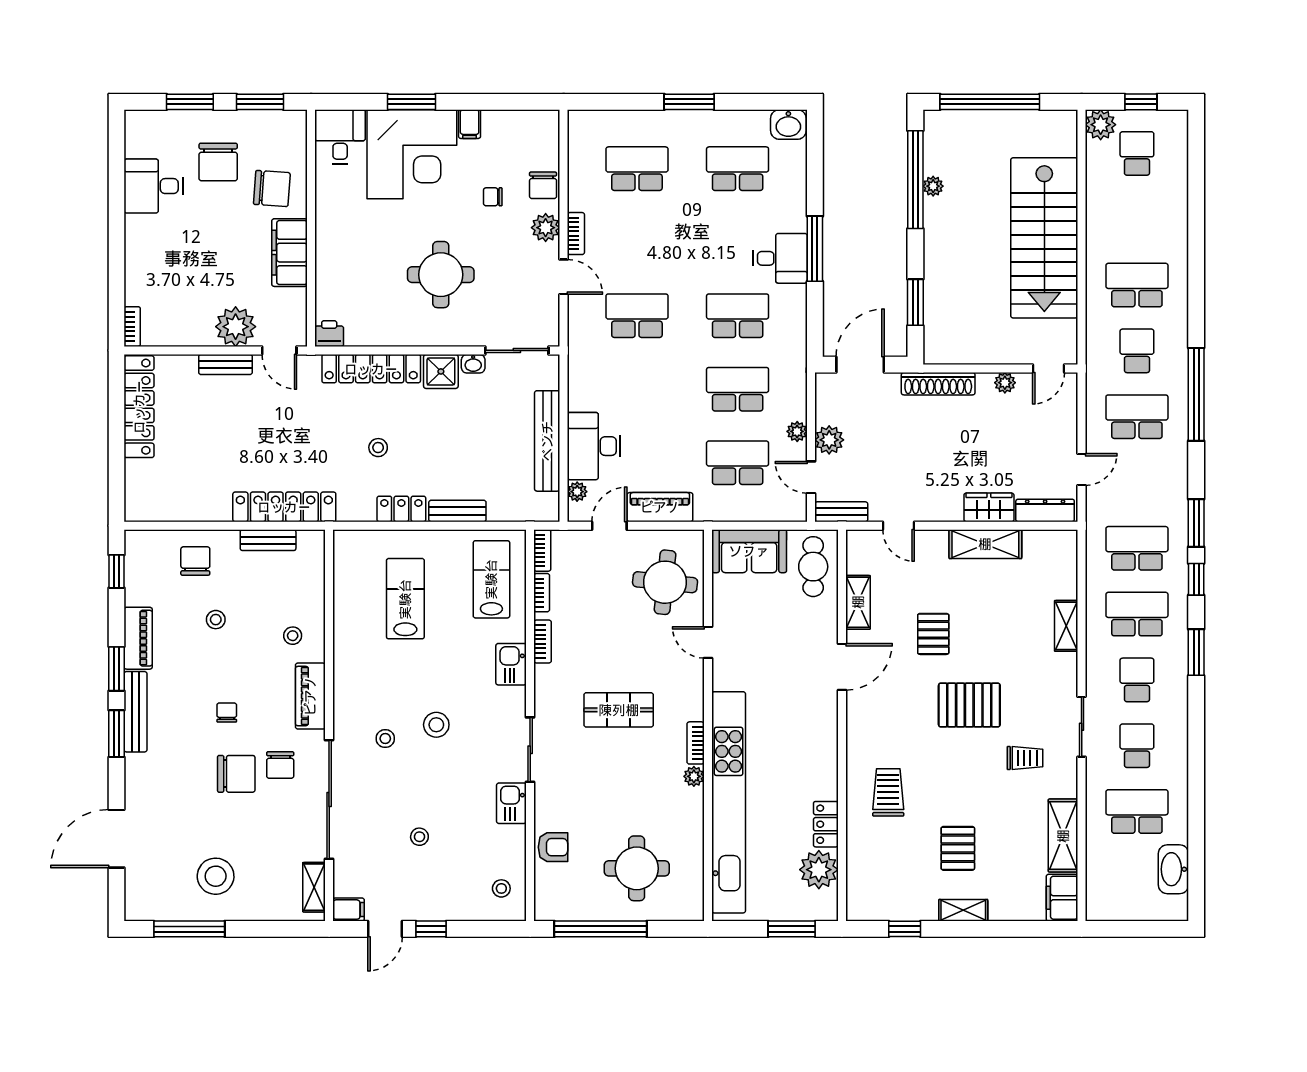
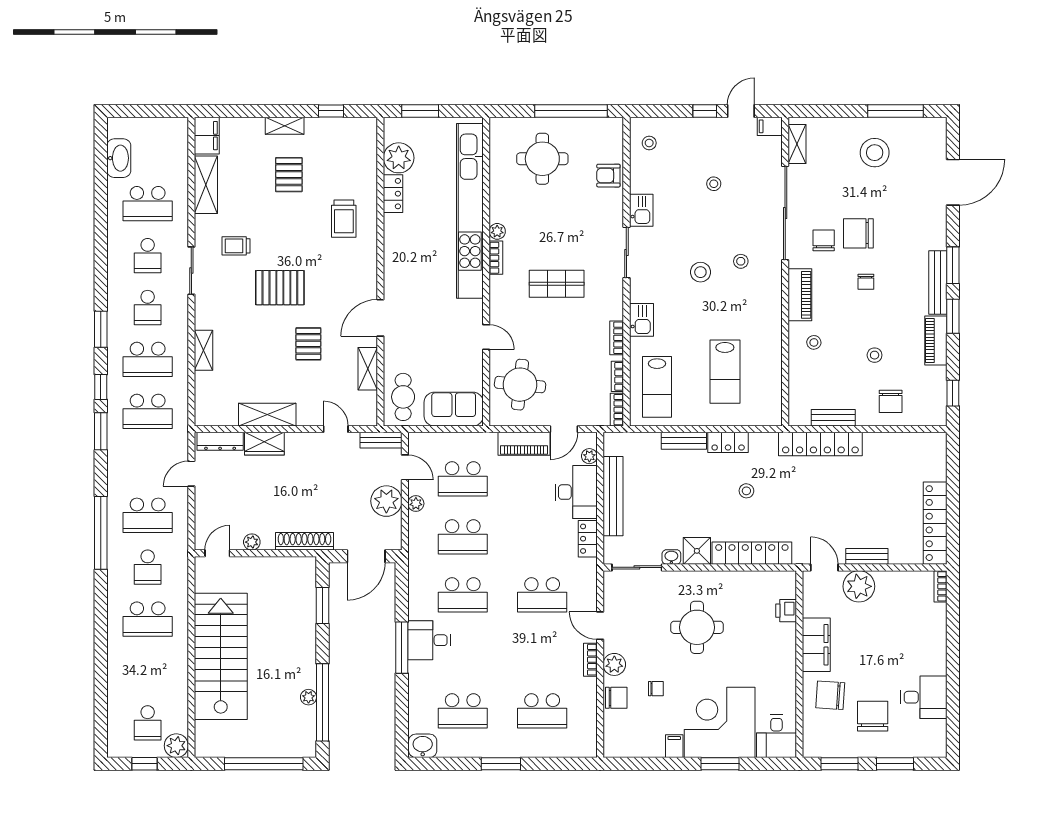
chair: (543, 185) -> (616, 698), turned 90
printer: (329, 334) -> (786, 611), moved, turned 90
locker: (579, 387) -> (588, 539), added
plant: (829, 440) -> (386, 501), width x1.36, depth x1.36

